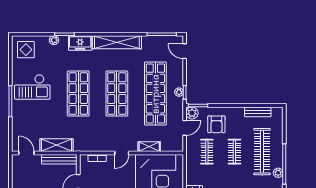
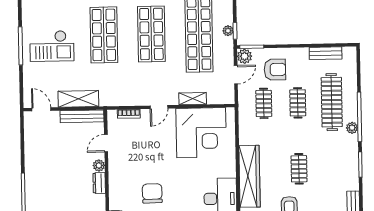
checkout: (32, 87) -> (52, 46), moved
armchair: (216, 124) -> (275, 70), turned -90

